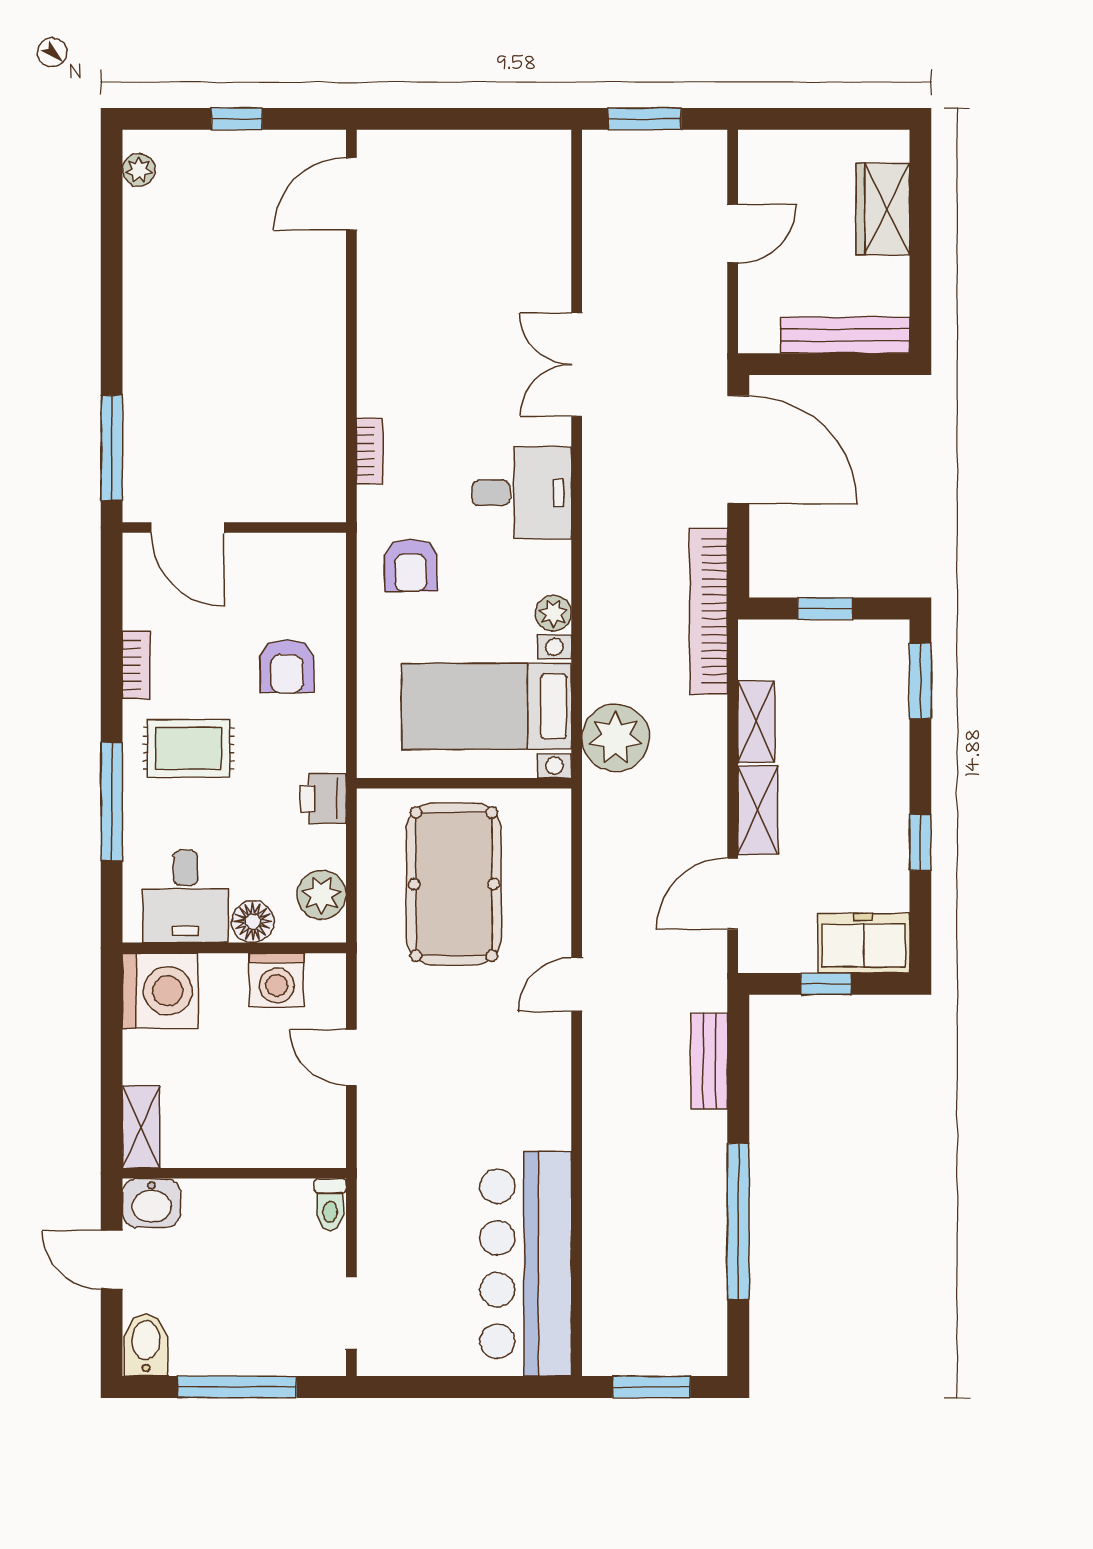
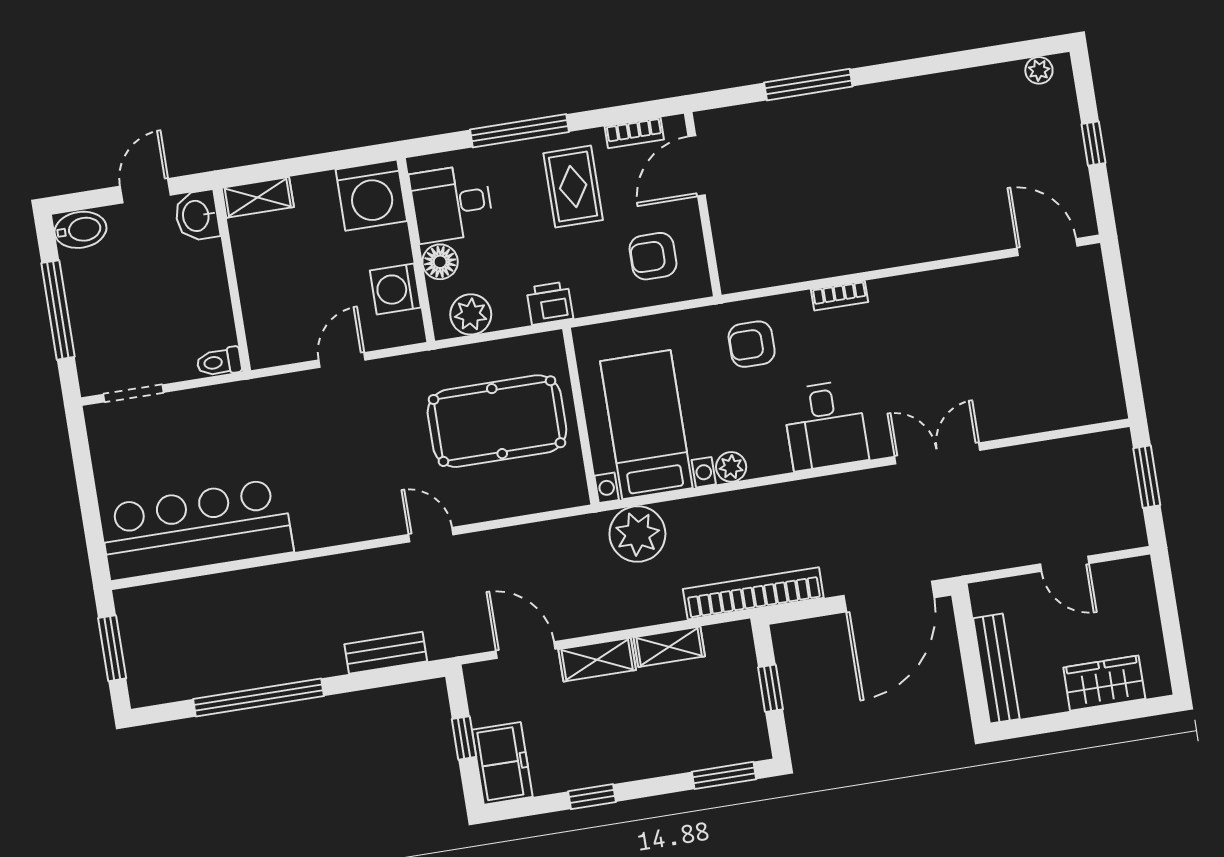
door: (187, 528) -> (697, 166), moved
wall: (234, 528) -> (703, 204), moved

